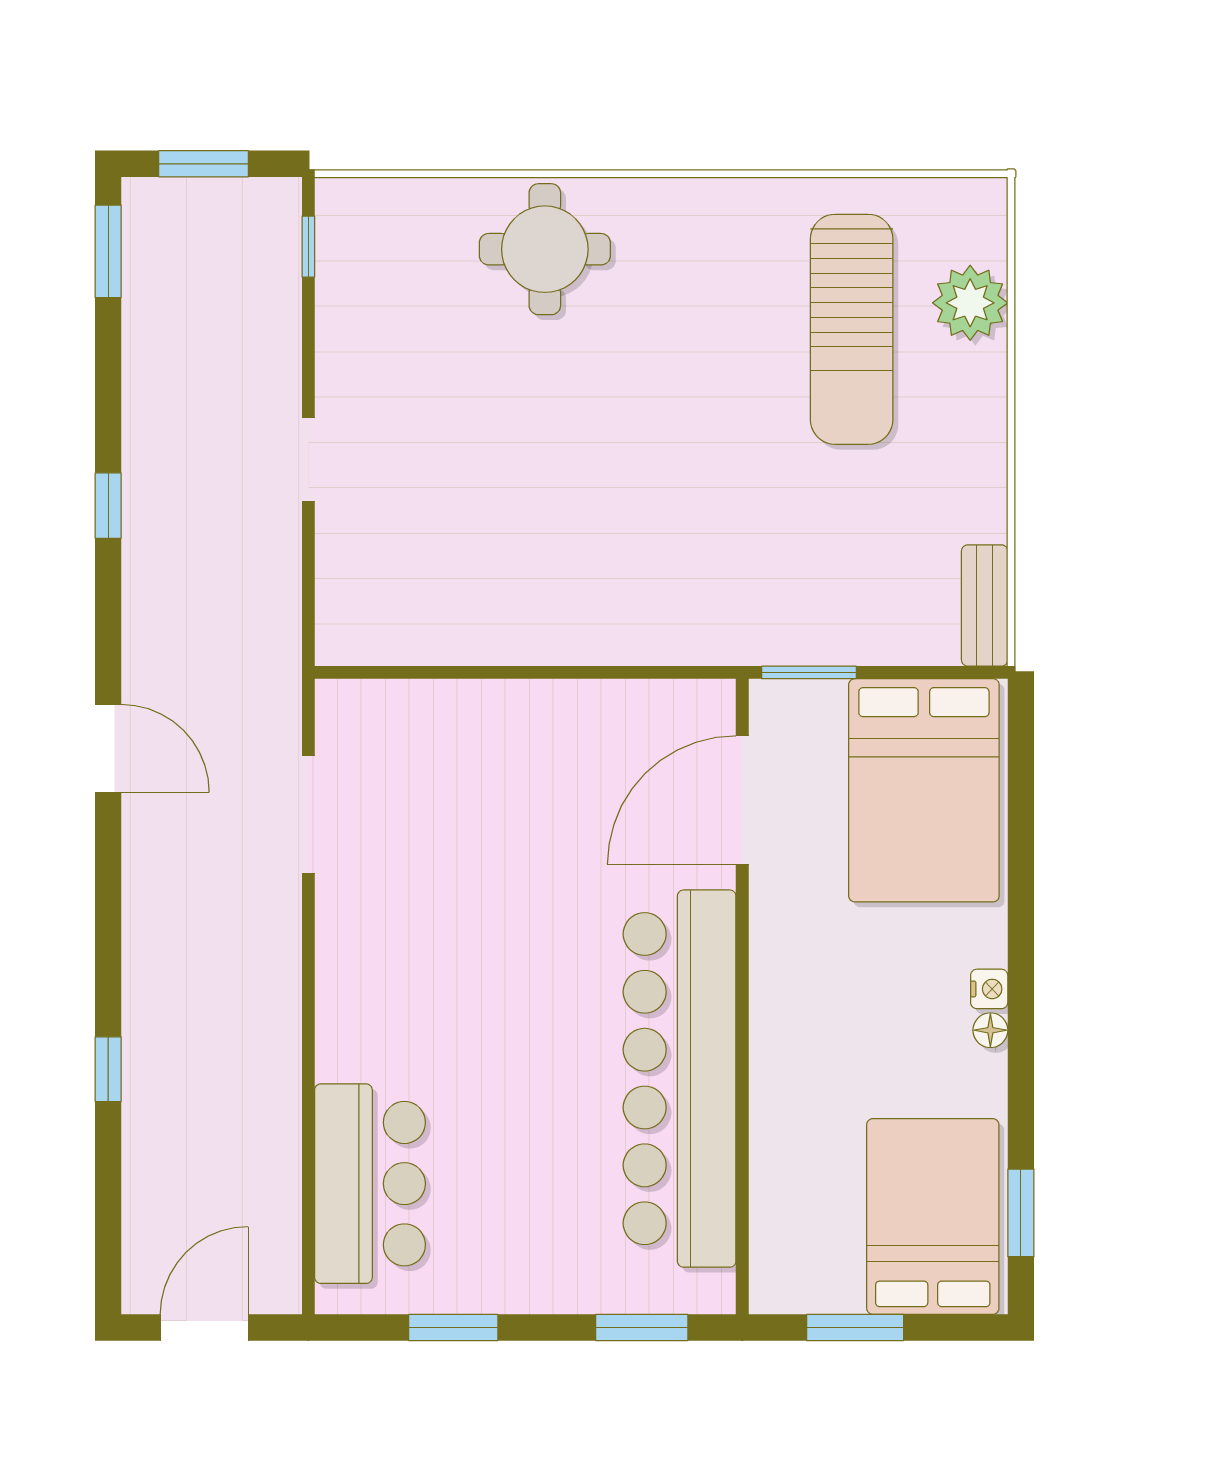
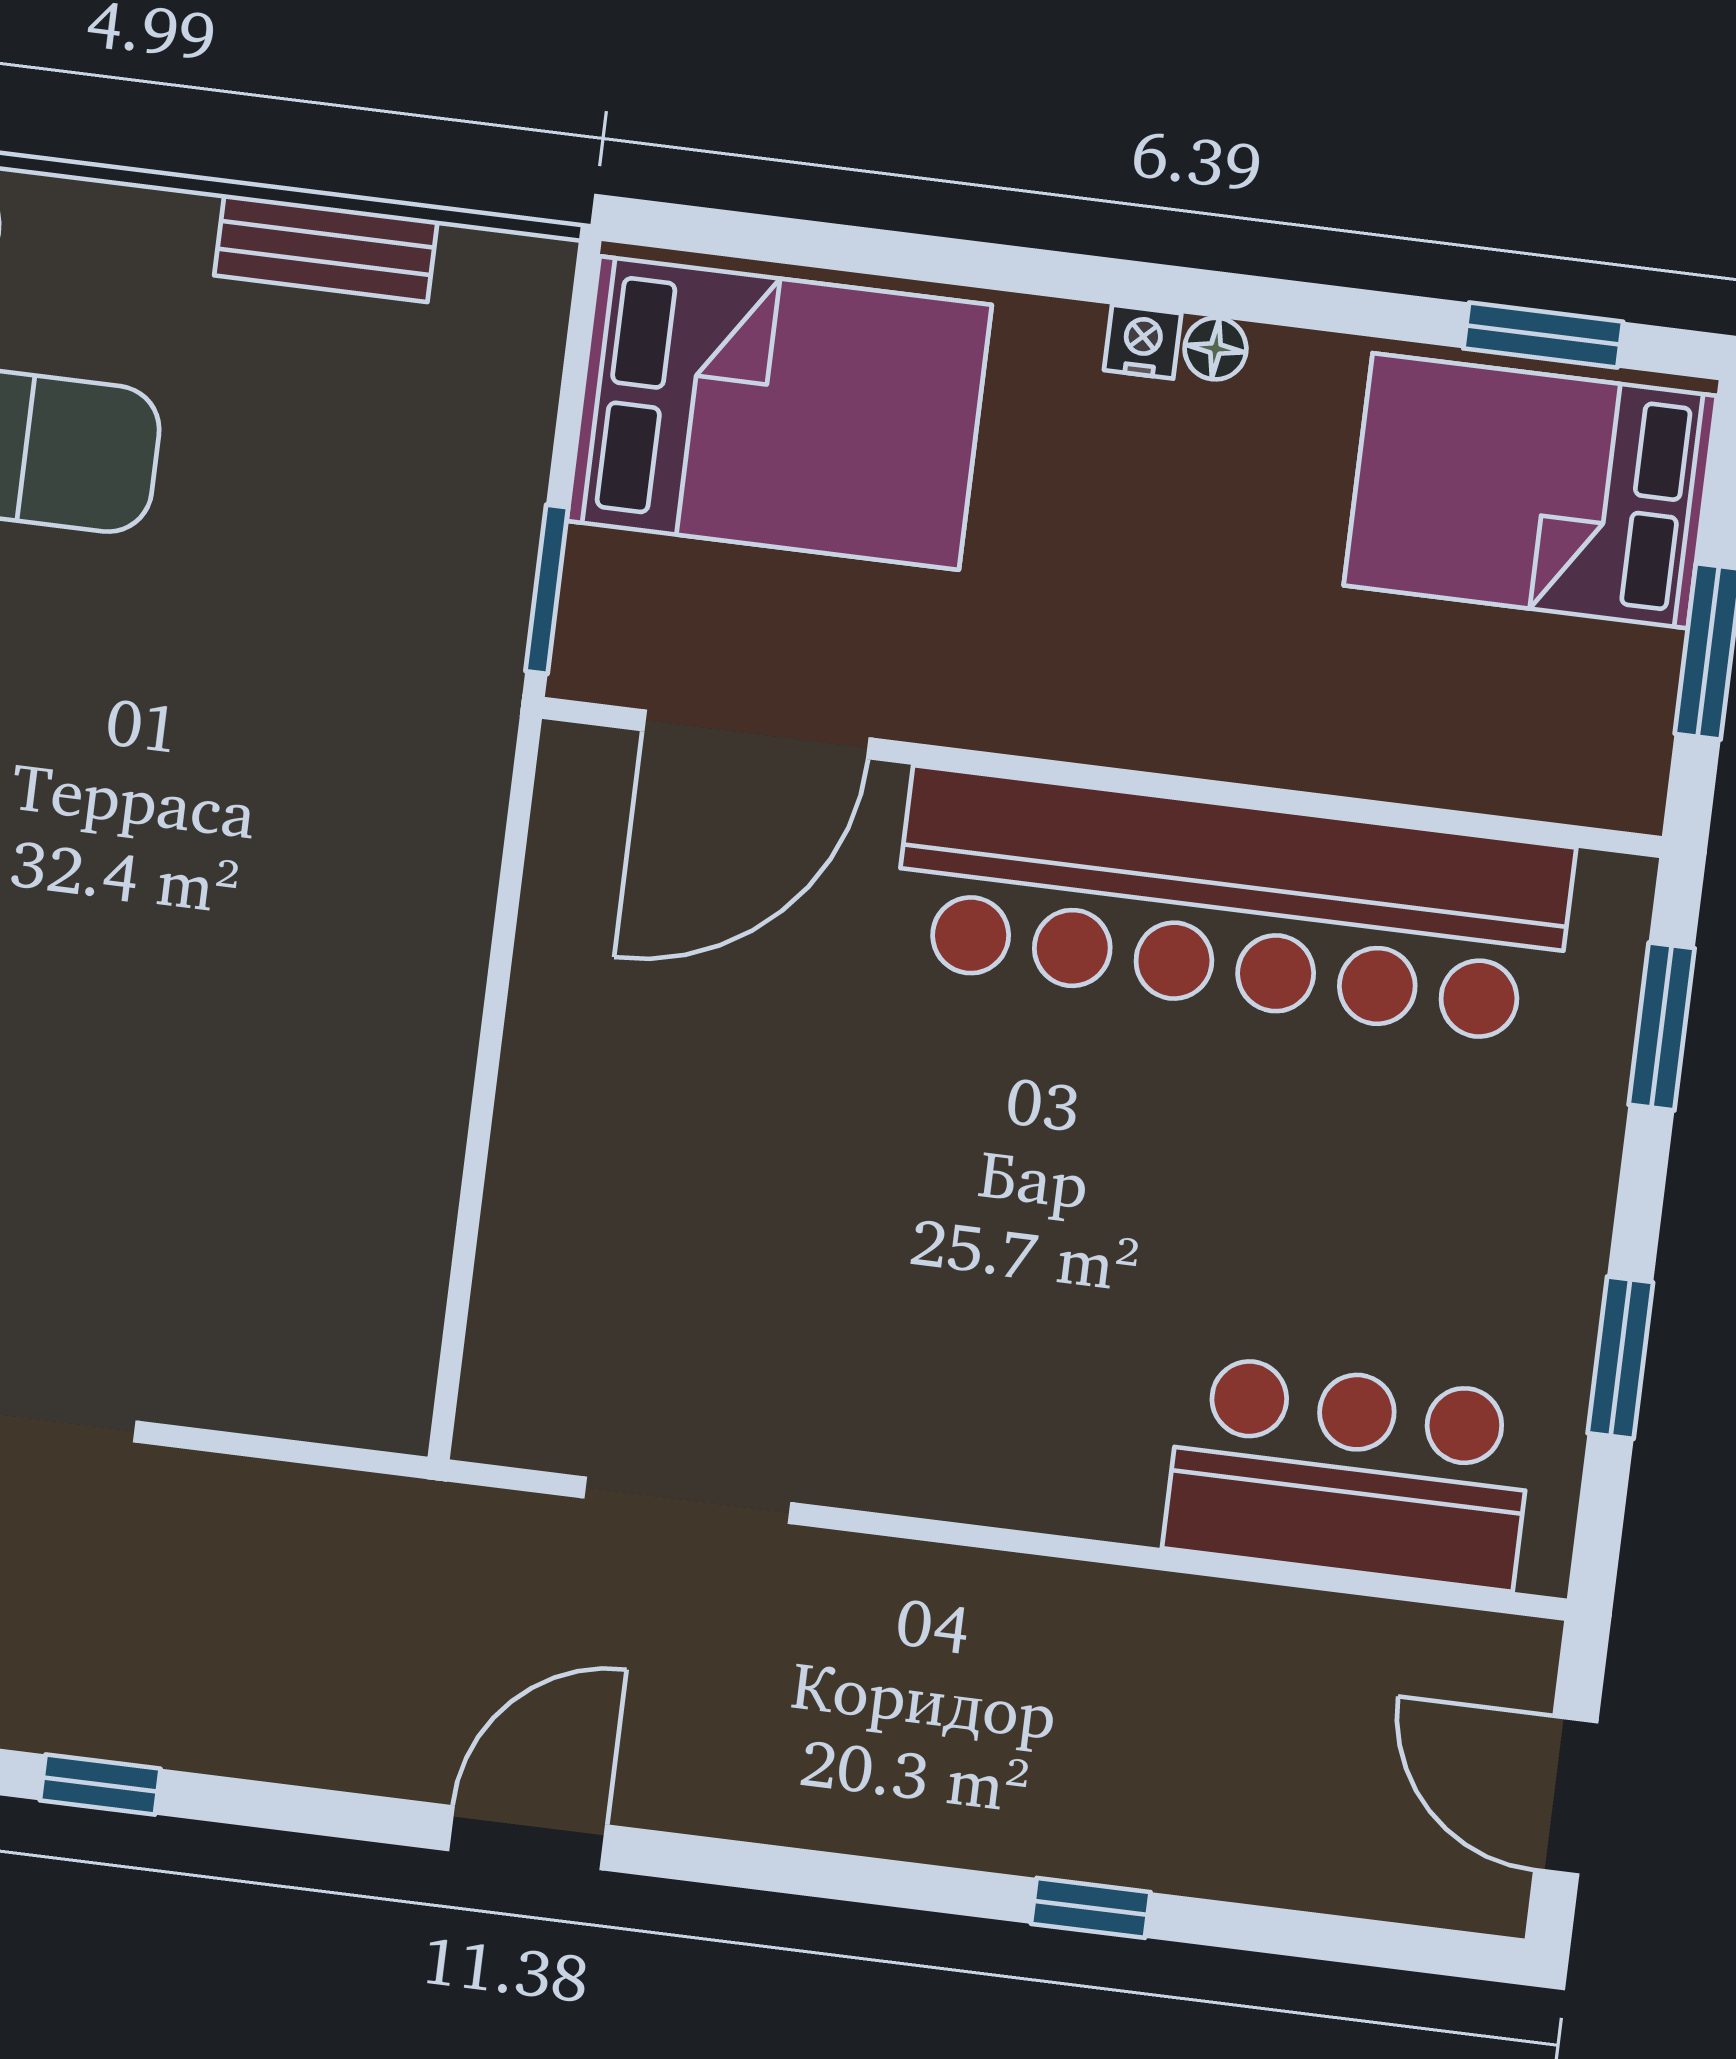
bench: (985, 606) -> (326, 248), moved
door: (742, 800) -> (756, 734), hinge flipped

